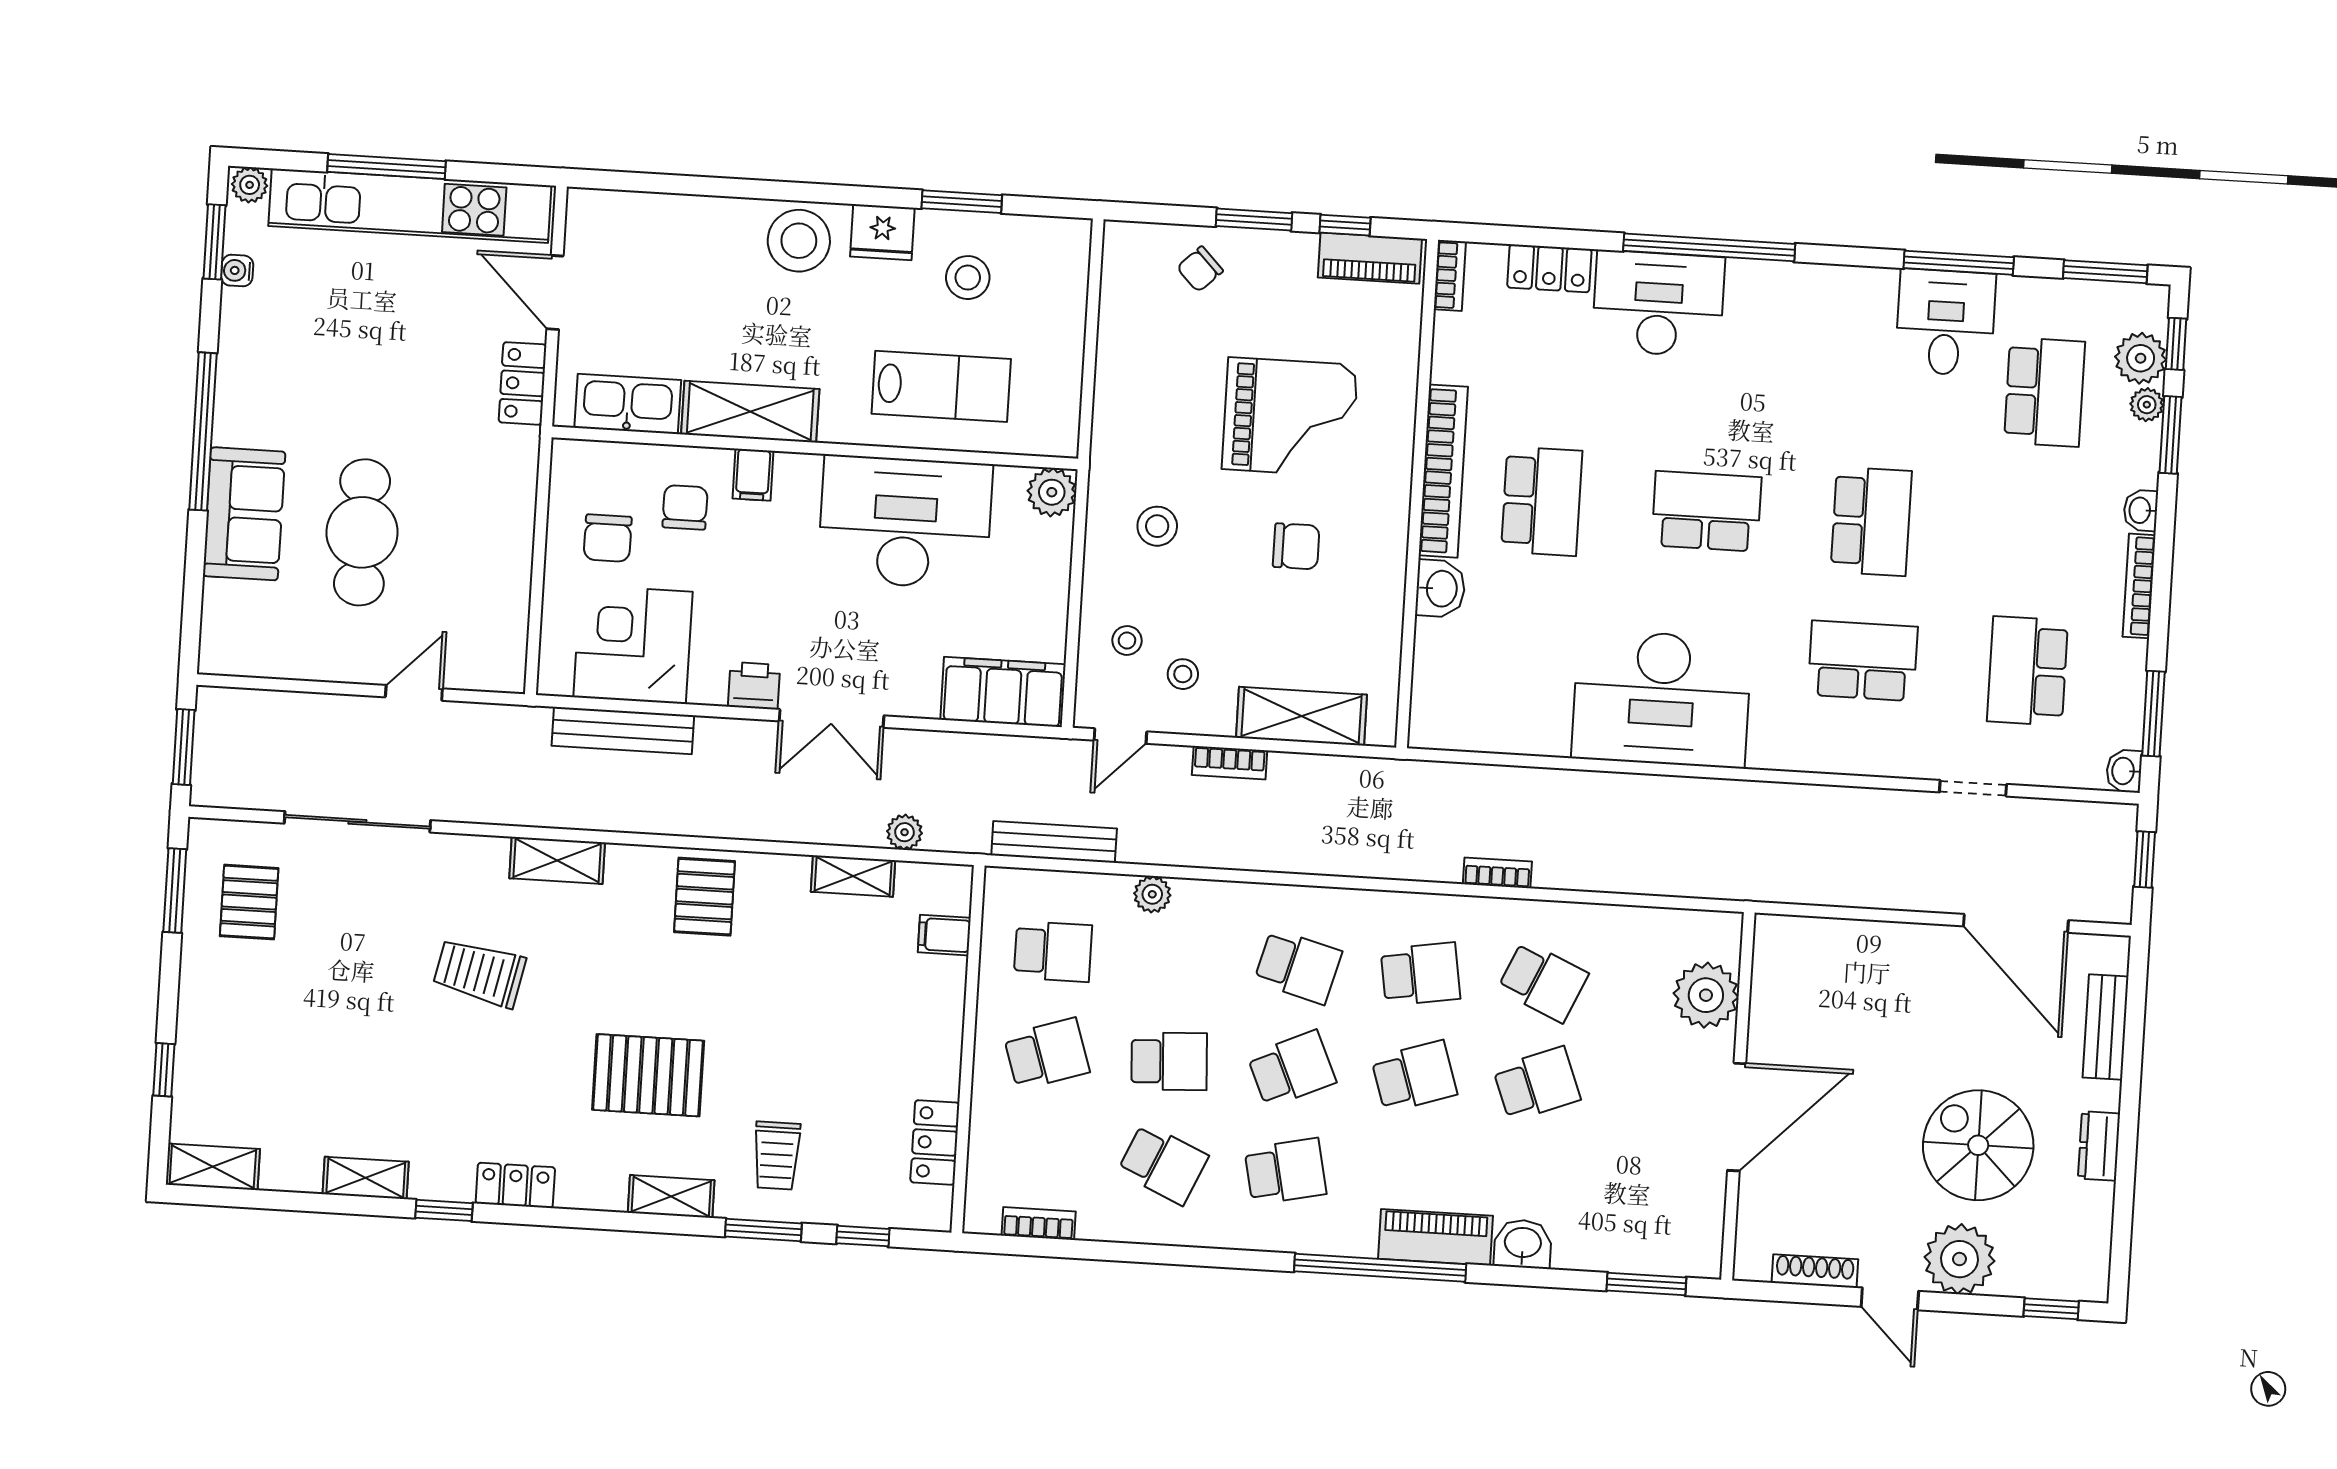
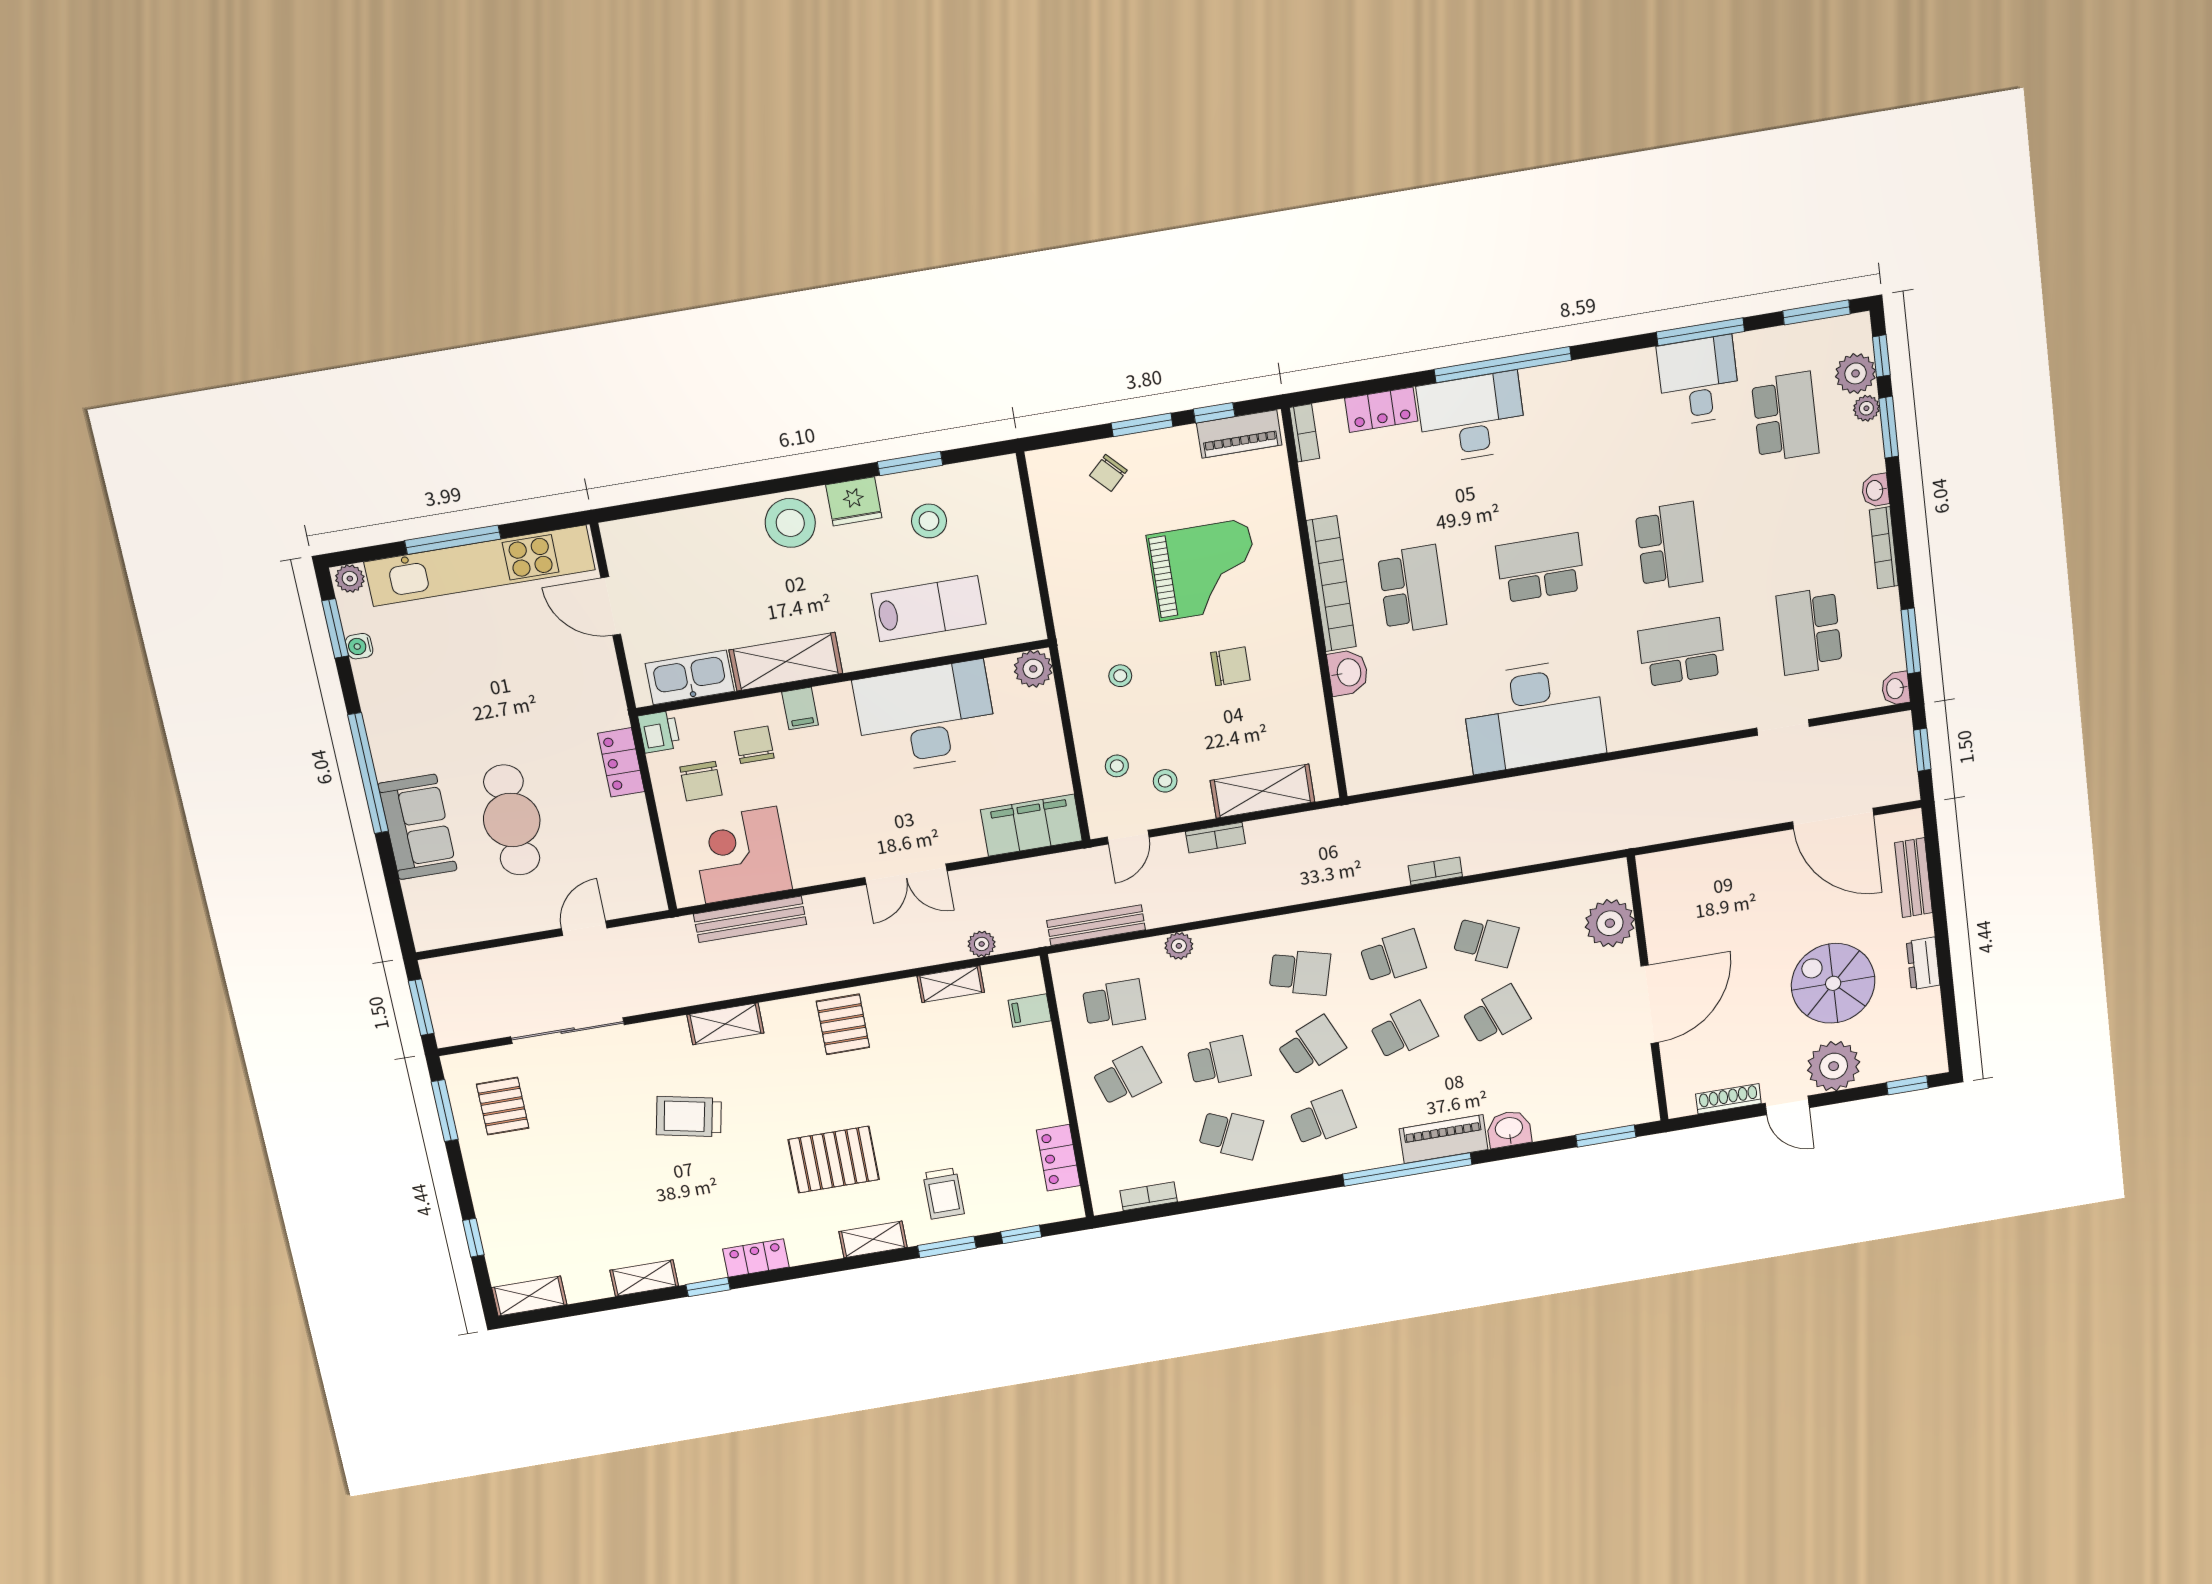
locker: (523, 383) -> (621, 762), moved
stool: (1157, 526) -> (1120, 676), width x0.73, depth x0.73
printer: (754, 686) -> (659, 732), moved, turned 90

